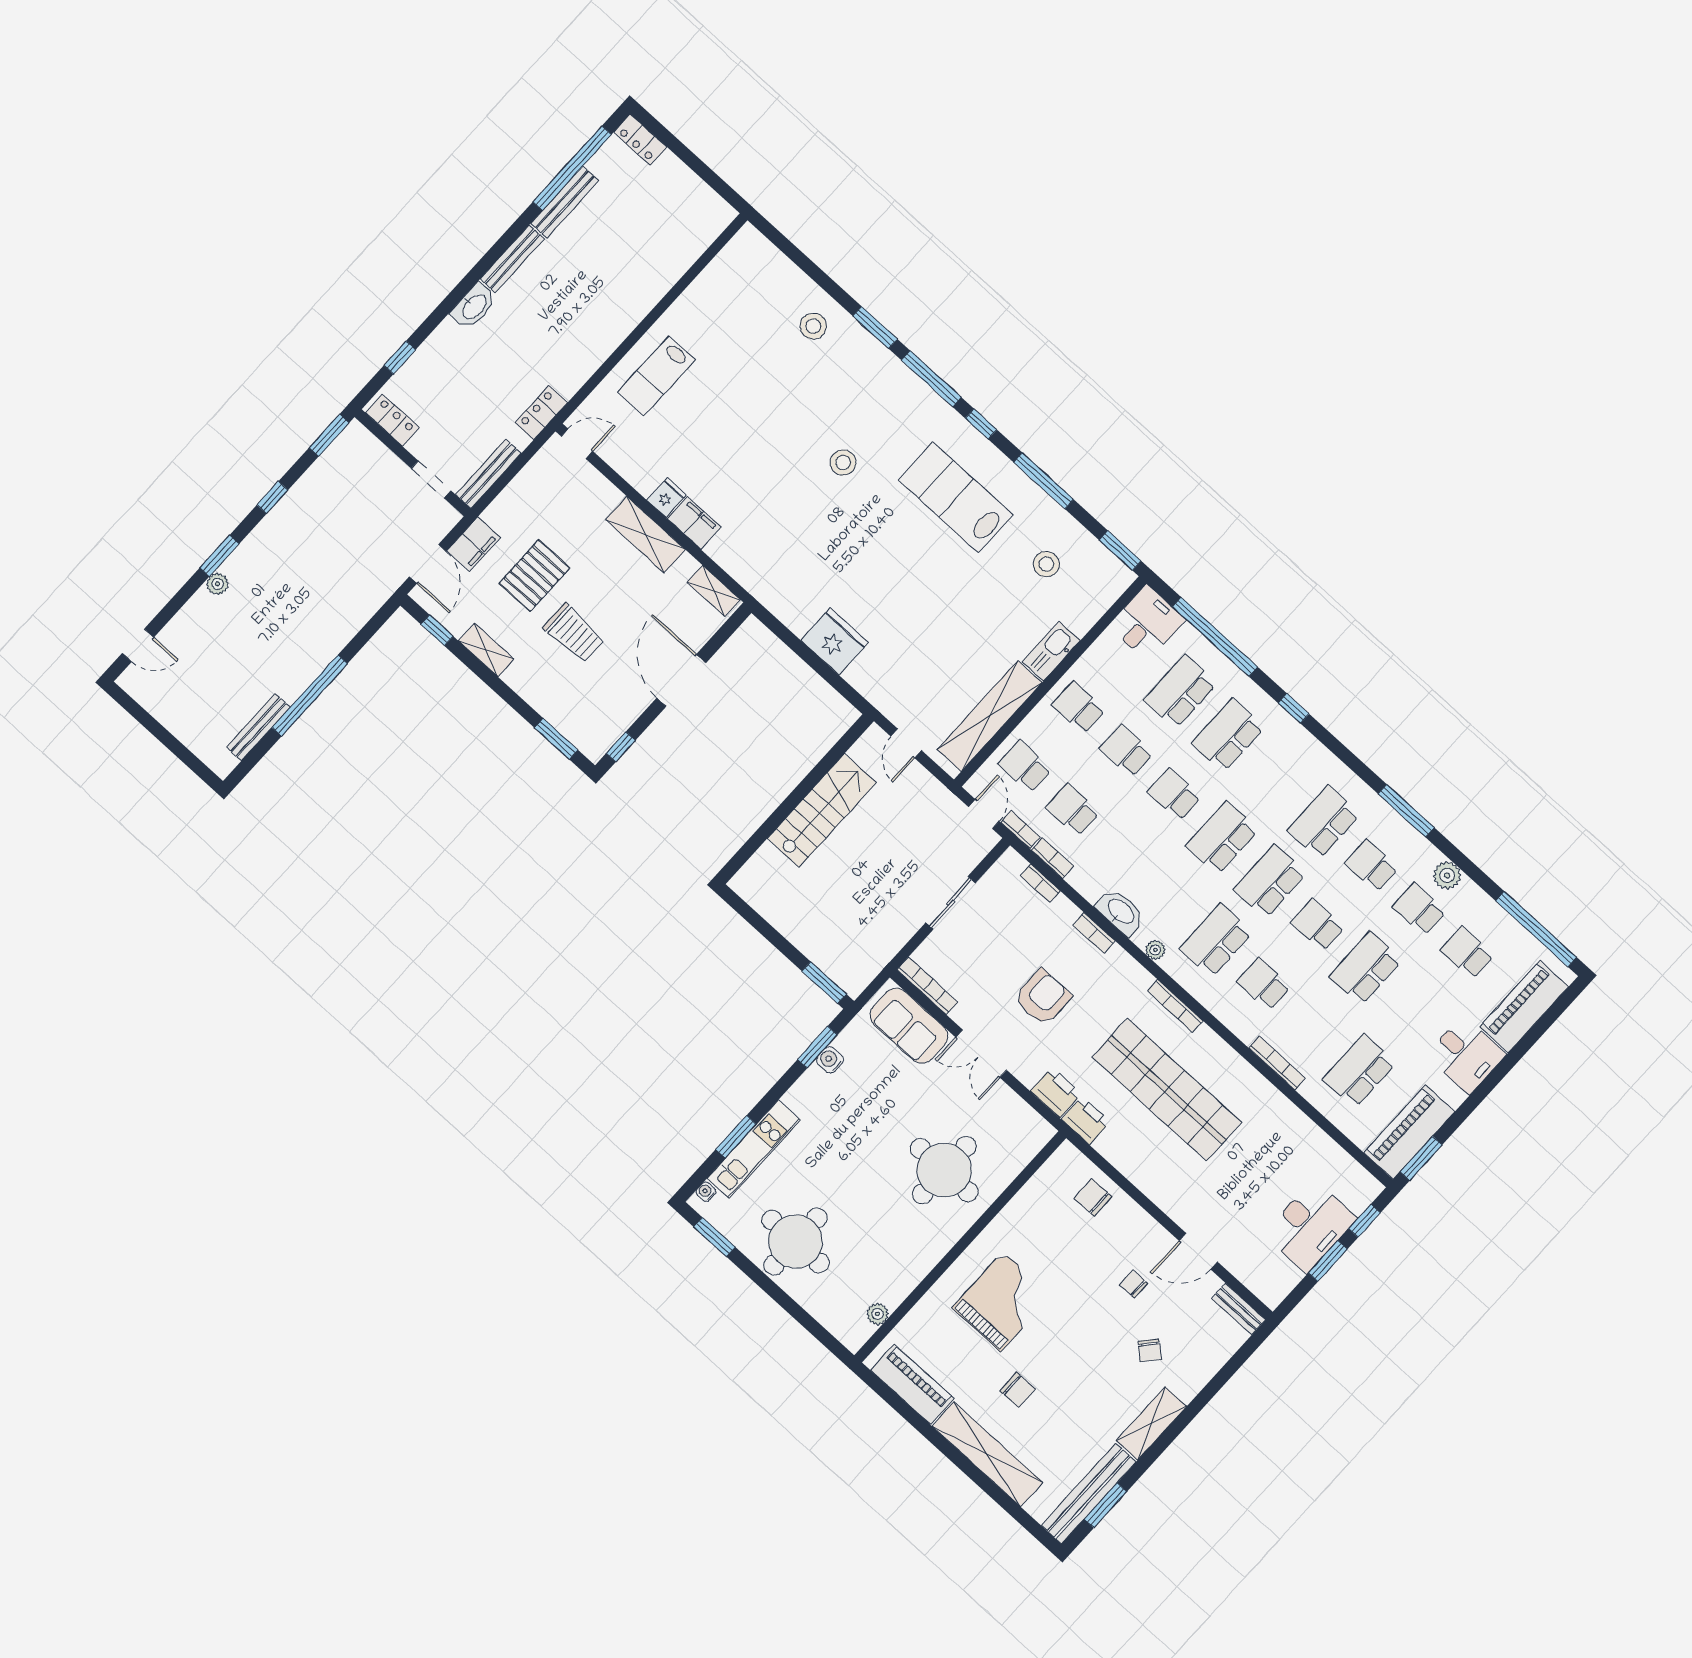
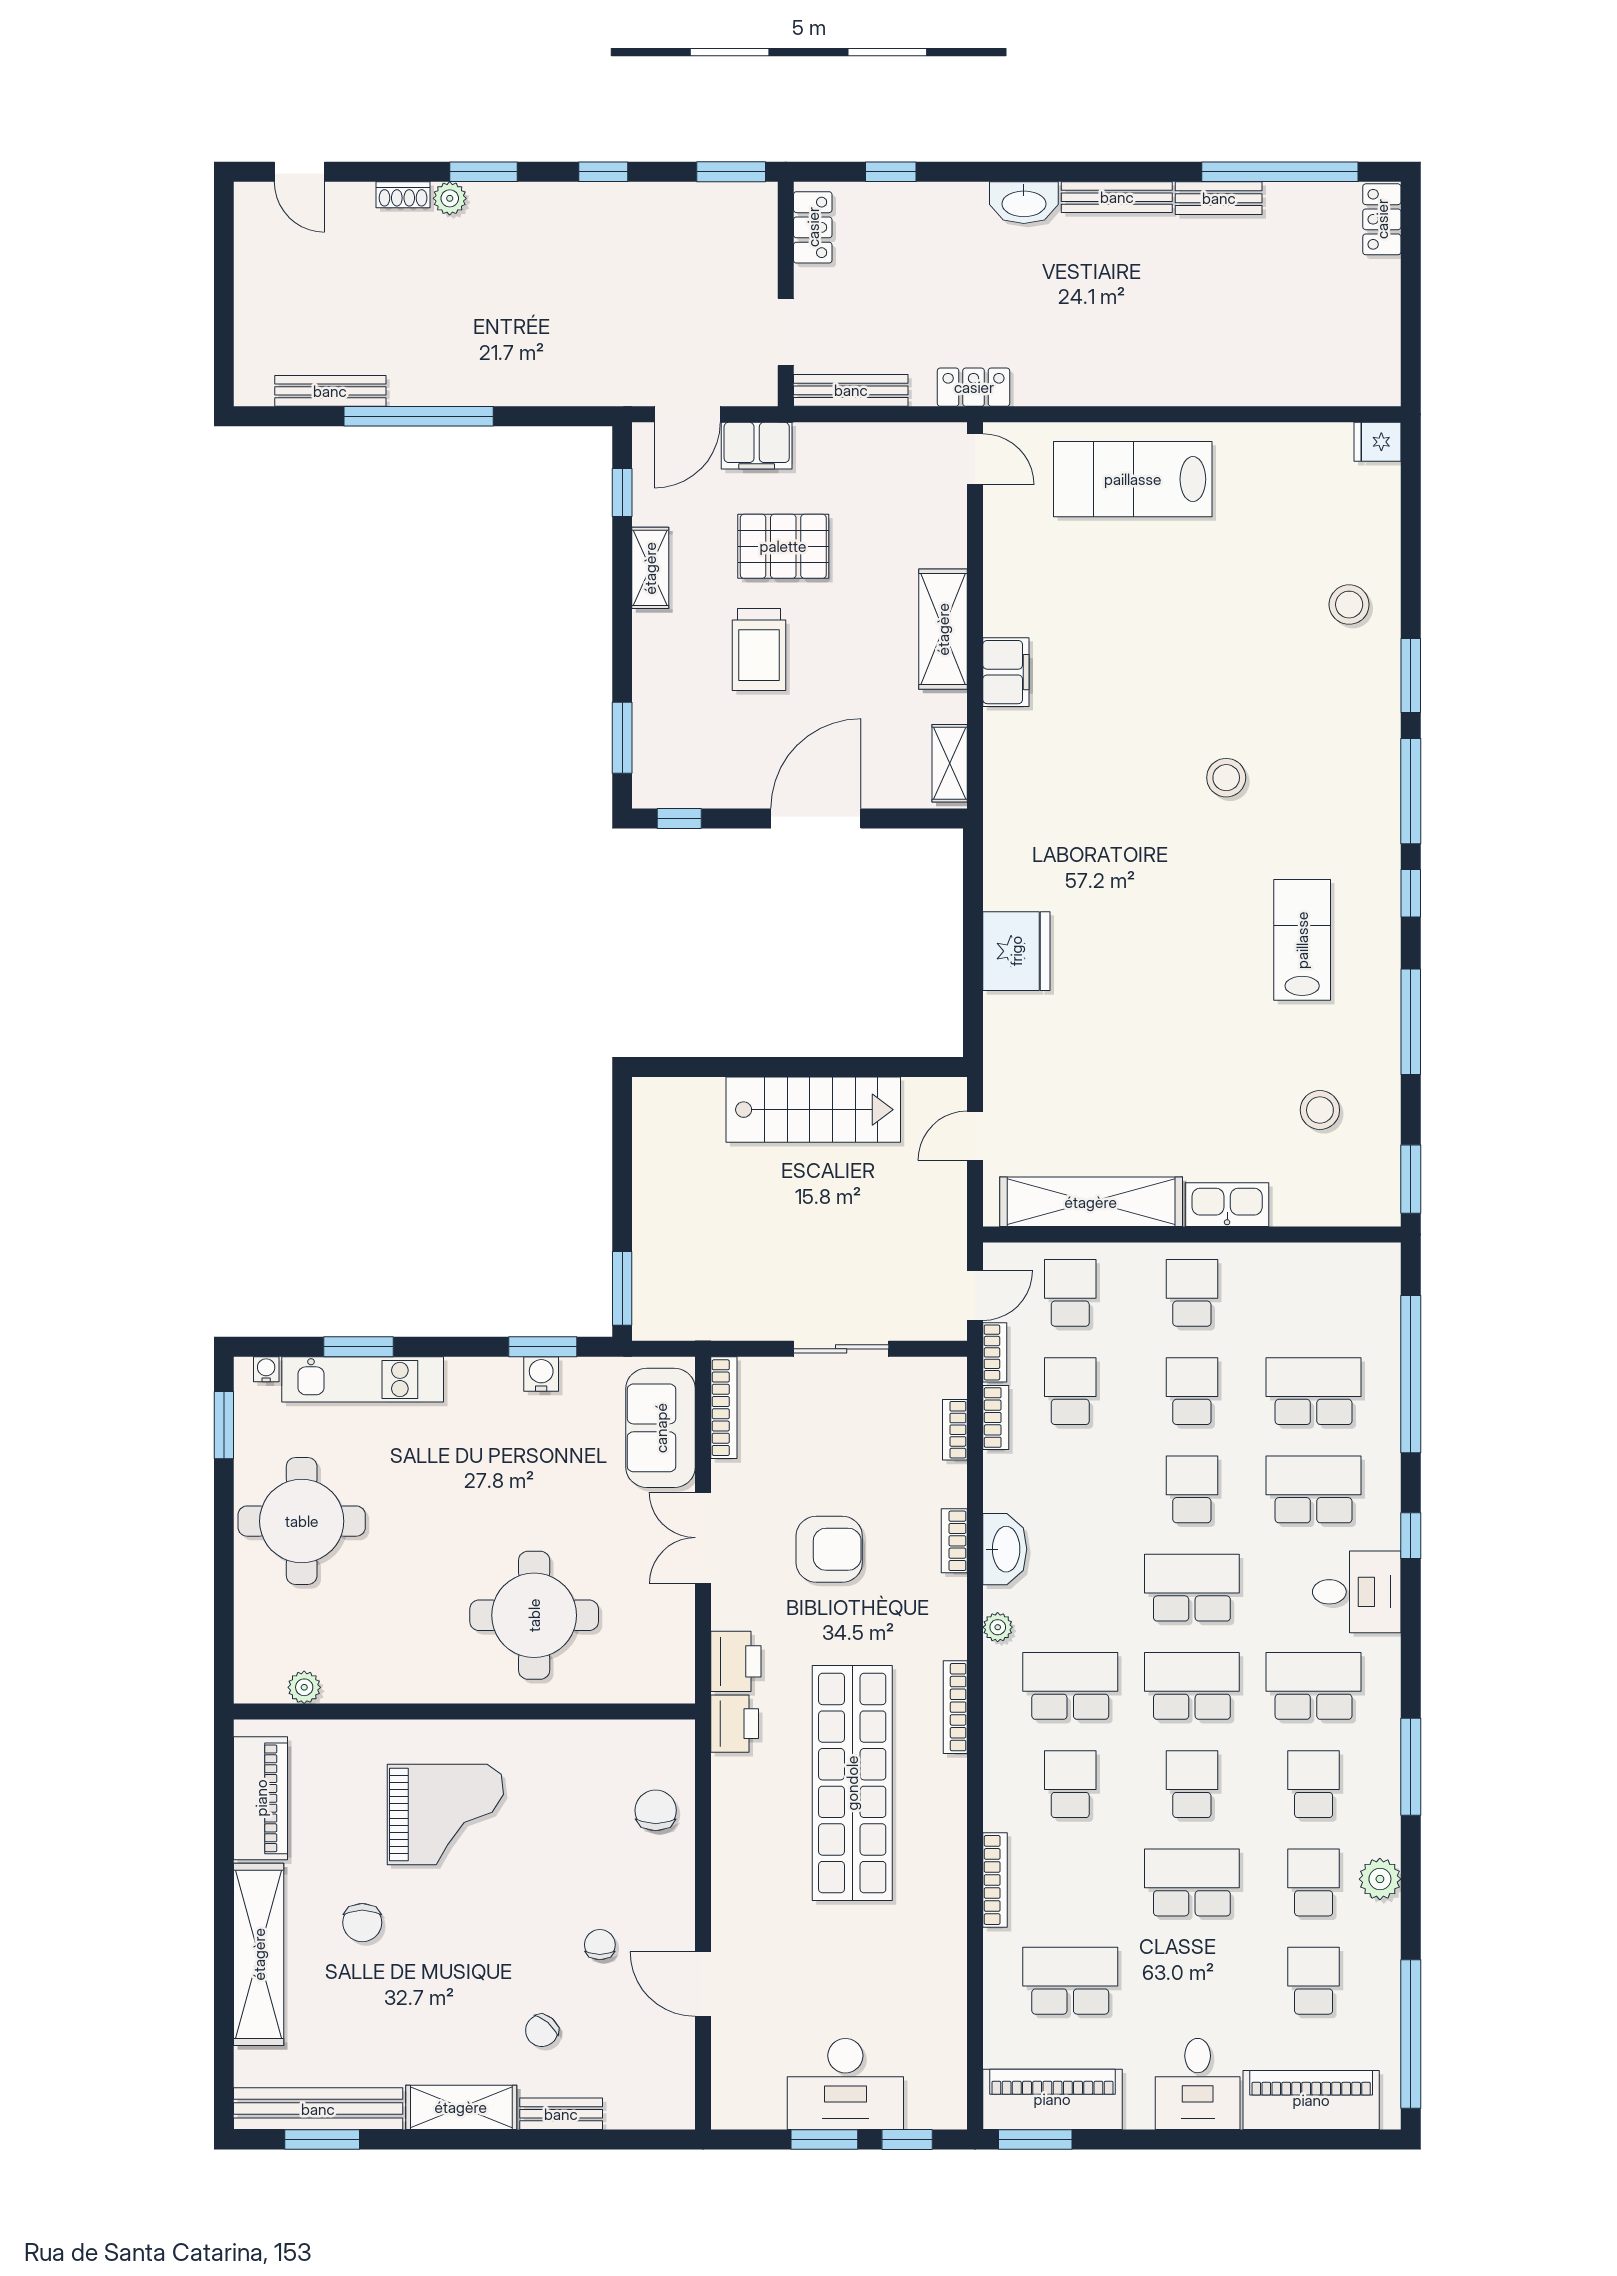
bench: (565, 202) -> (1219, 198), width x0.73
lab bench: (656, 376) -> (1133, 479), width x1.36, depth x1.39
lab bench: (956, 497) -> (1302, 940), width x0.73, depth x0.72
fridge: (666, 498) -> (1378, 442), moved, turned 180
shoe rack: (195, 605) -> (403, 195), added
desk: (1147, 623) -> (1357, 1592), moved
bench: (1239, 1309) -> (561, 2114), moved, turned 90

